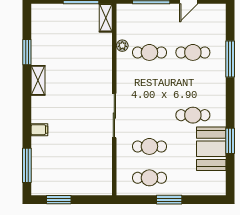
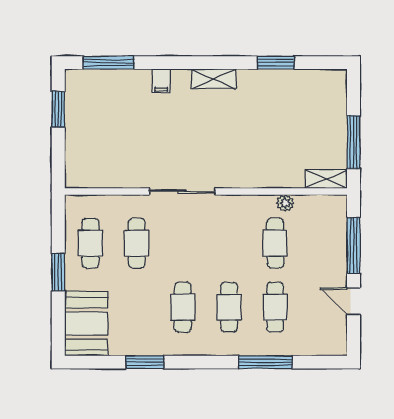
shelving: (38, 80) -> (214, 79), moved
cafe table: (193, 84) -> (229, 307), added
booth: (211, 149) -> (86, 324), moved, turned 90

